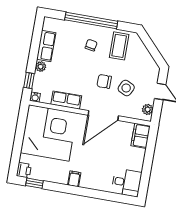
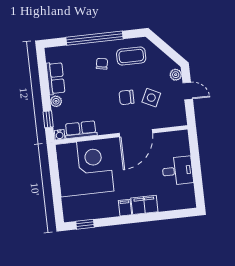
coffee table: (119, 46) -> (131, 56), turned 90
row of seats: (66, 100) -> (81, 130), moved
plant: (148, 109) -> (176, 75), moved
filing cabinet: (141, 136) -> (144, 205), moved, turned 90
printer: (24, 170) -> (70, 214), removed
desk: (127, 183) -> (178, 171), moved

